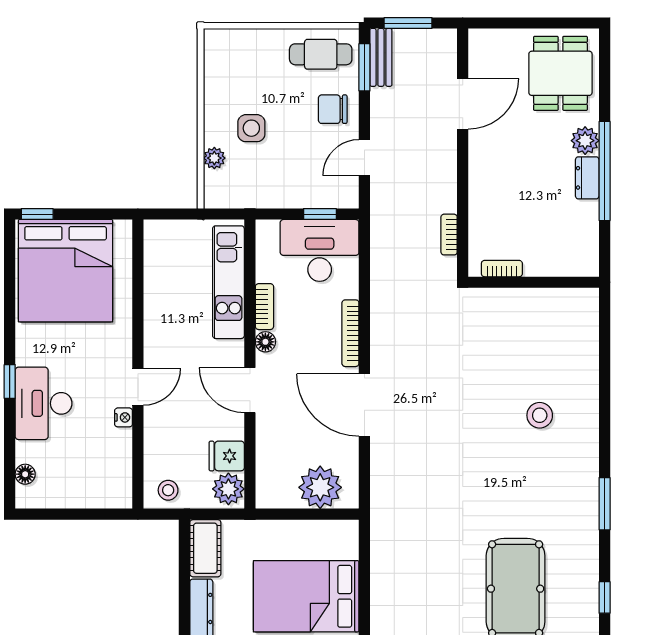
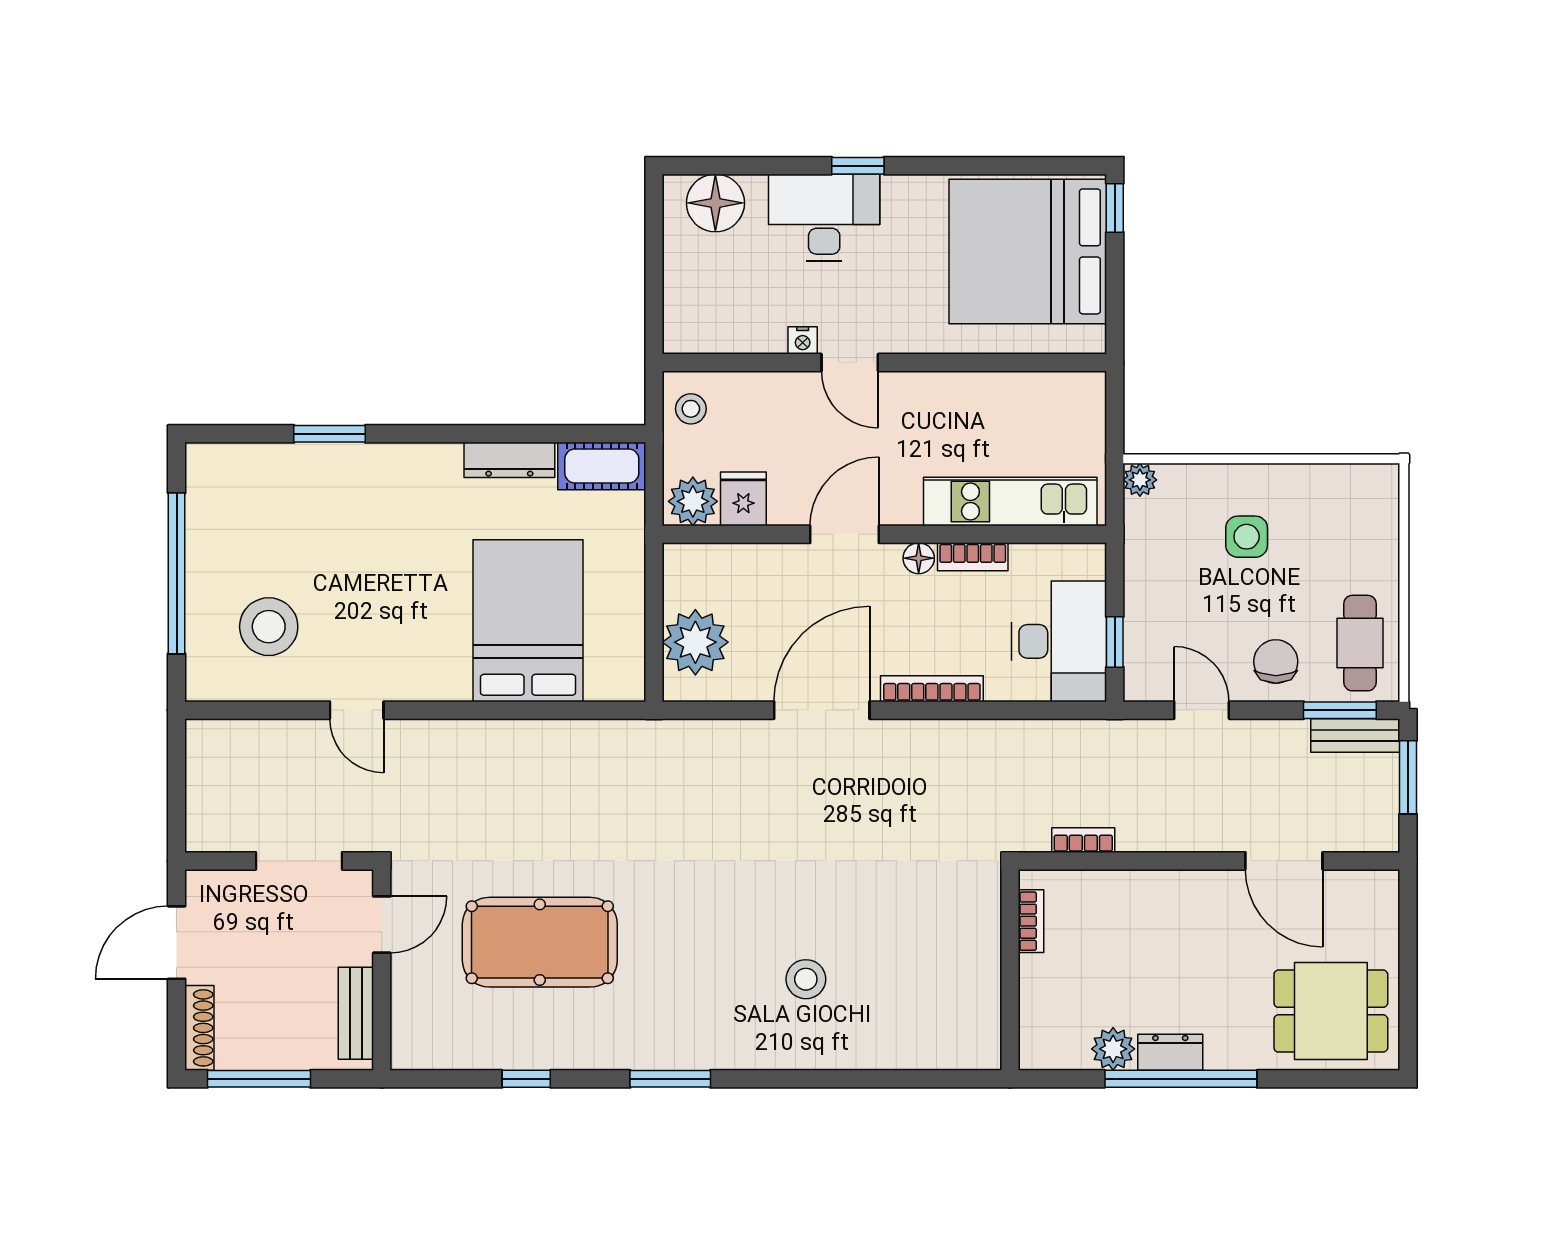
plant: (585, 141) -> (1113, 1049), moved
plant: (214, 158) -> (1140, 480), moved
floor lamp: (25, 474) -> (715, 203), width x1.89, depth x1.89

